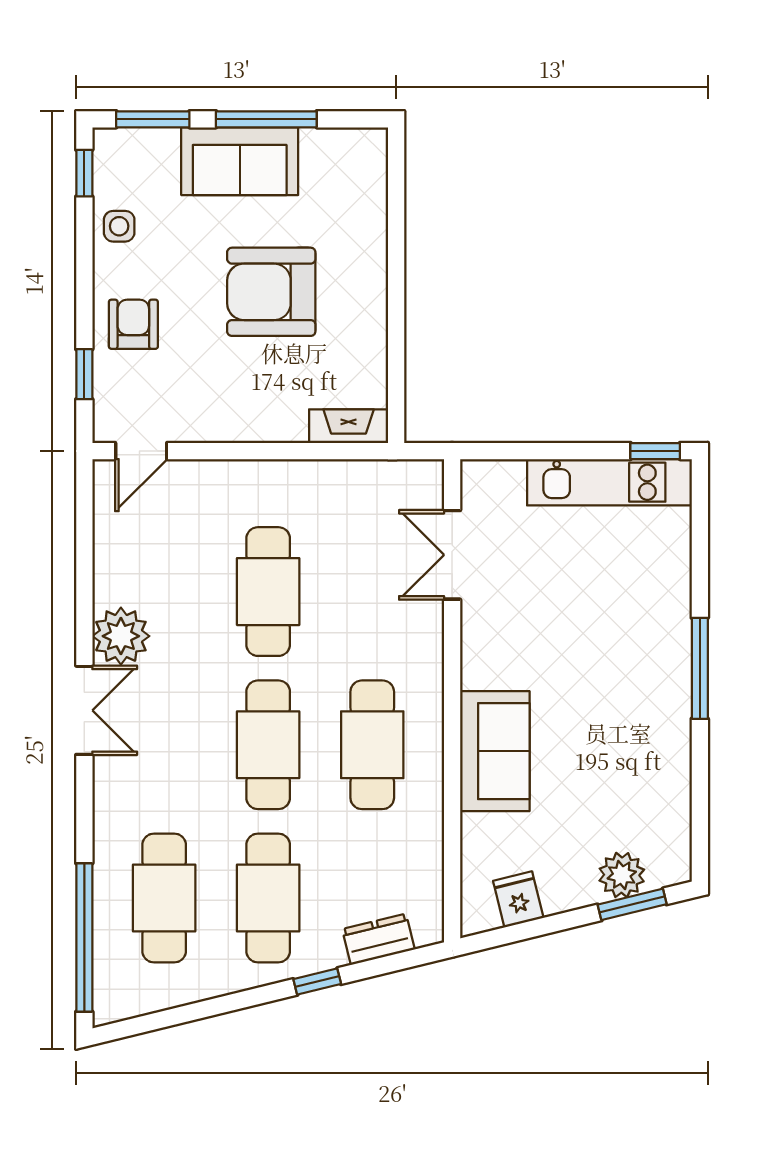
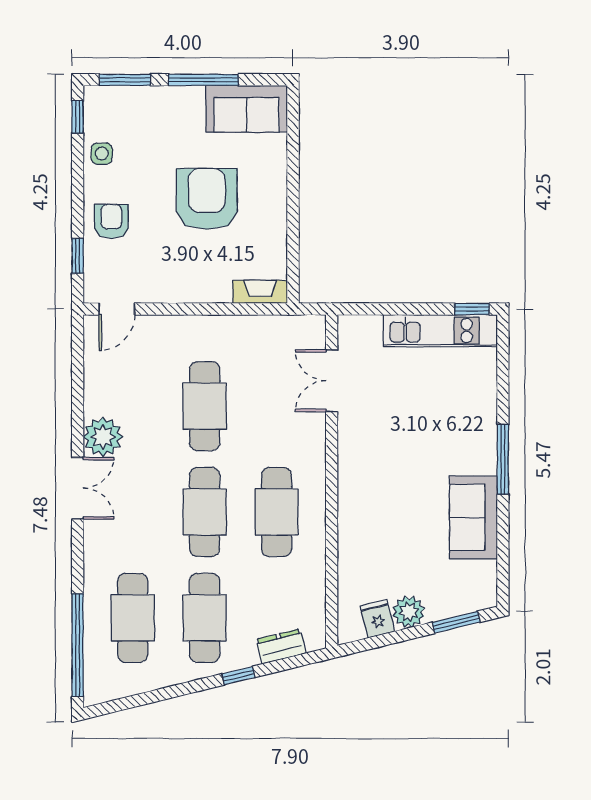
sofa: (240, 161) -> (246, 109), moved
armchair: (271, 292) -> (207, 199), turned 90
sofa: (495, 751) -> (473, 517), moved, turned 180
plant: (622, 875) -> (409, 612), moved

